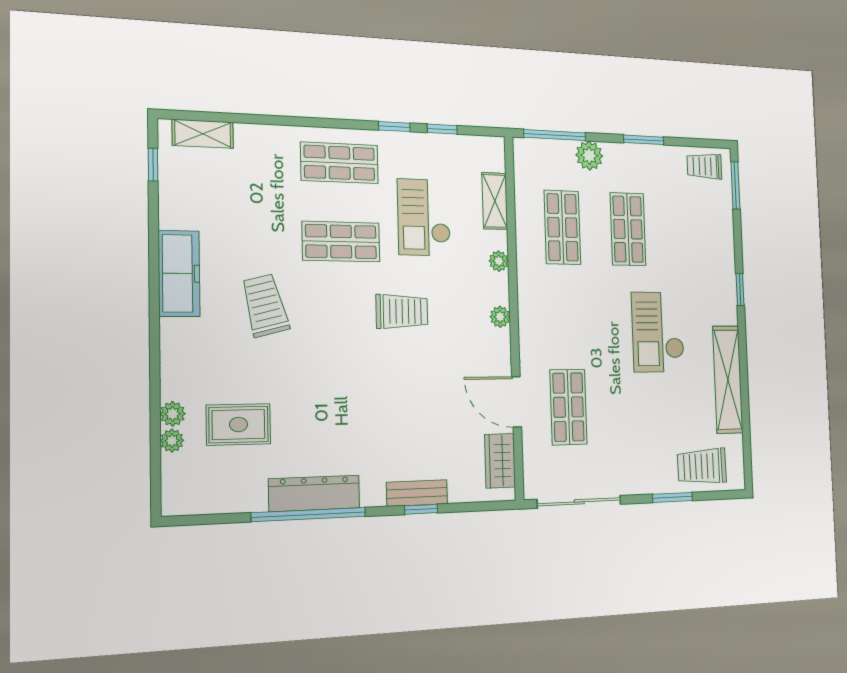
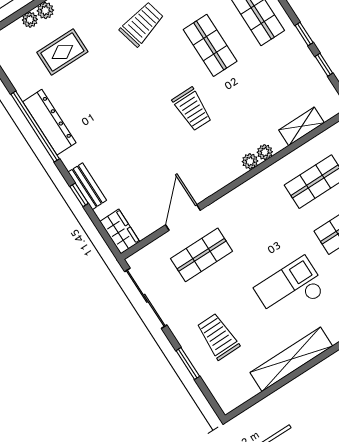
checkout: (424, 217) -> (260, 87), removed
plant: (500, 317) -> (250, 161), moved
rug: (239, 425) -> (62, 52), turned 90
wardrobe: (500, 461) -> (120, 232), moved, turned 90
trolley: (702, 466) -> (218, 336), moved

